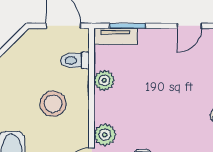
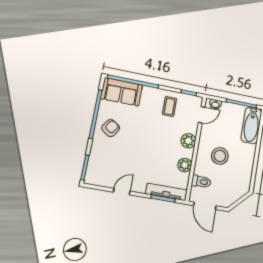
tv unit: (115, 36) -> (166, 192), width x1.41
plant: (105, 135) -> (188, 141), moved

